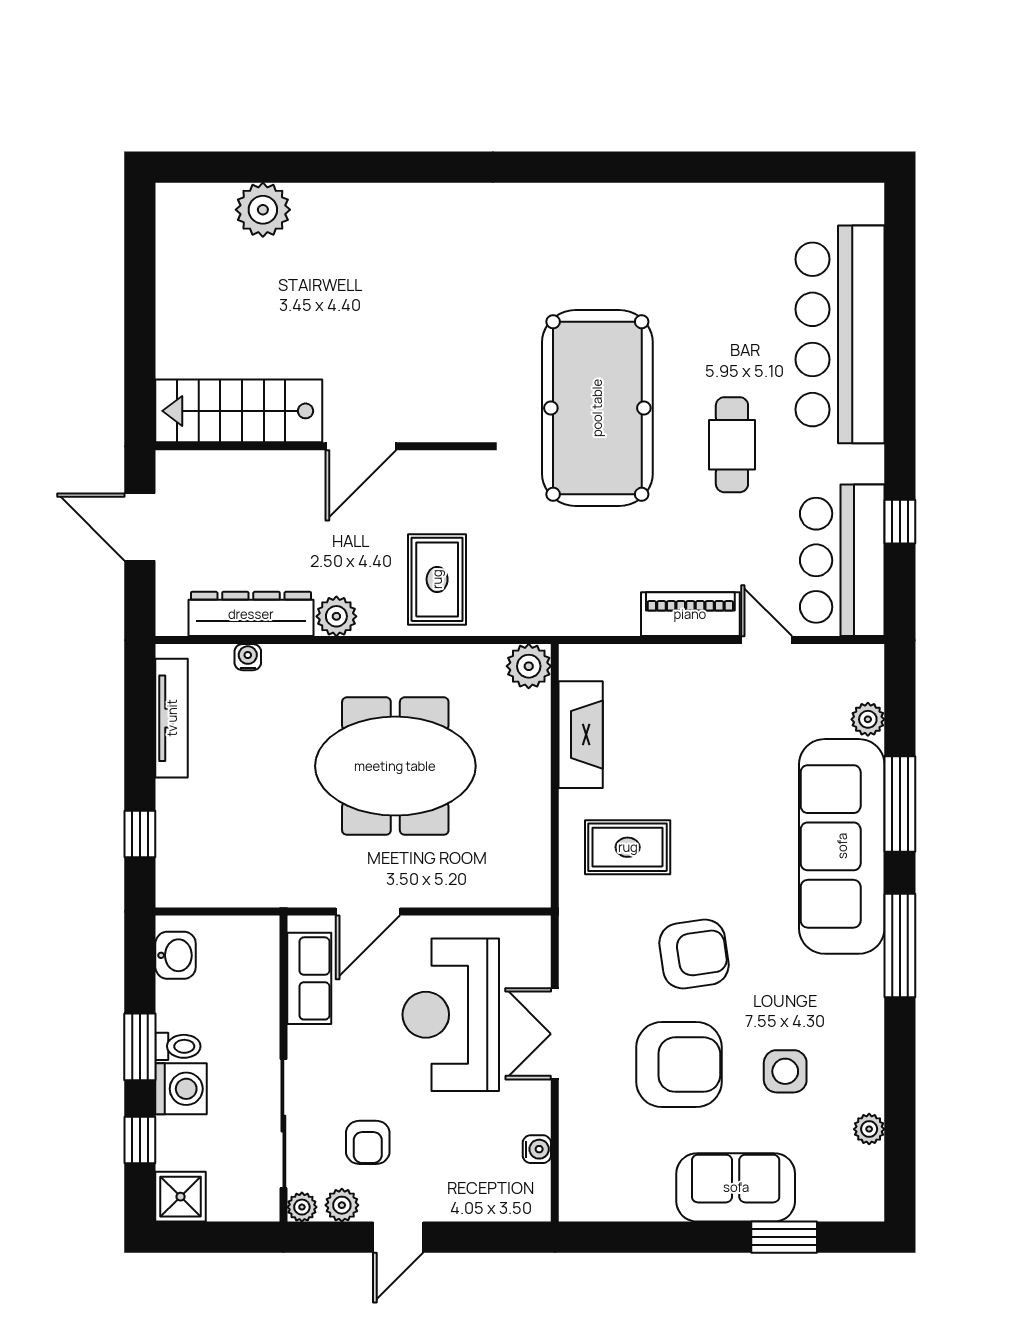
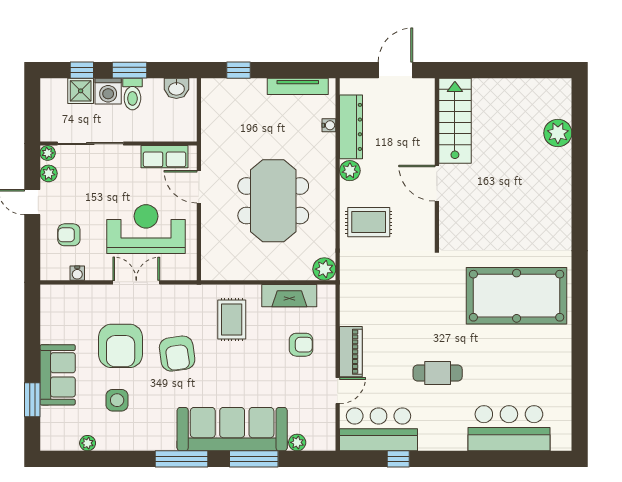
bar counter: (840, 334) -> (509, 428), width x0.73
pool table: (597, 408) -> (517, 296), moved
armchair: (677, 712) -> (301, 345), added
toilet: (178, 1046) -> (132, 94), width x1.37, depth x1.39
armchair: (368, 1142) -> (69, 235), moved
shower: (181, 1197) -> (81, 91), moved

